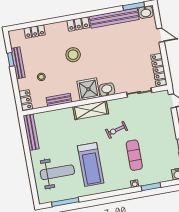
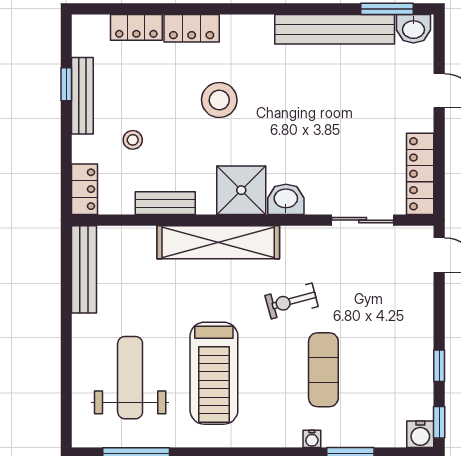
locker: (78, 24) -> (192, 28), moved
shelving: (91, 110) -> (218, 242), width x1.47
weight bench: (57, 172) -> (130, 378), turned -90

